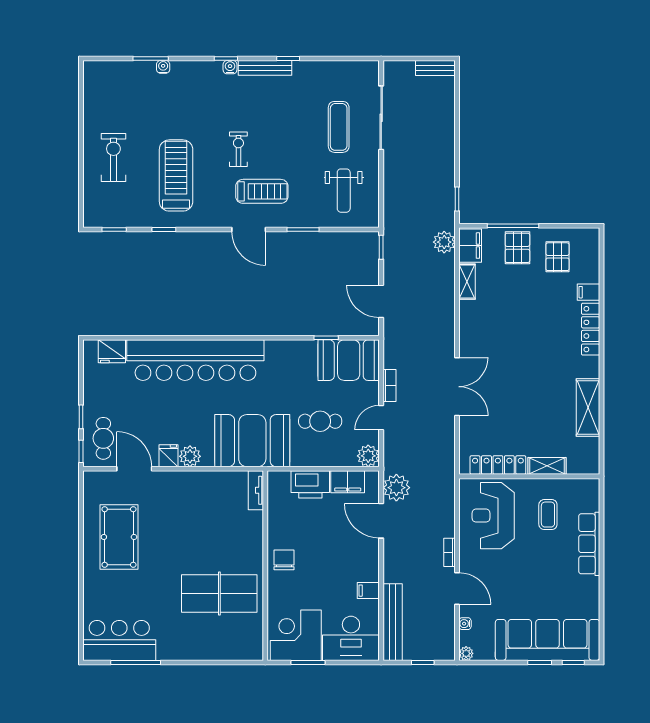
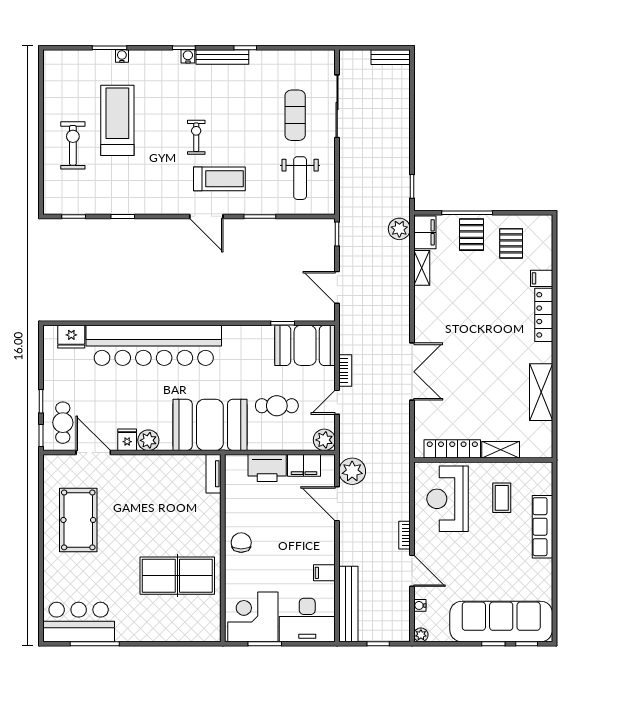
treadmill: (176, 175) -> (117, 120), moved

